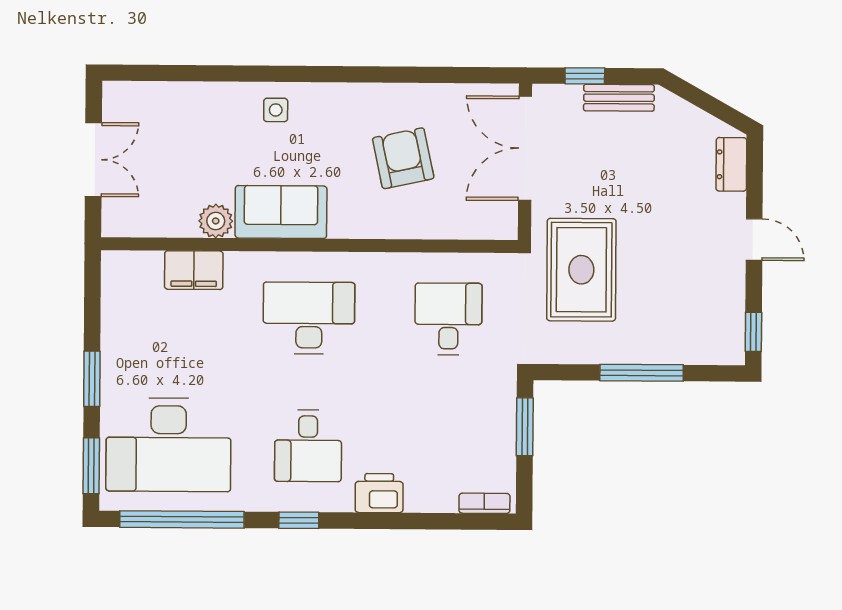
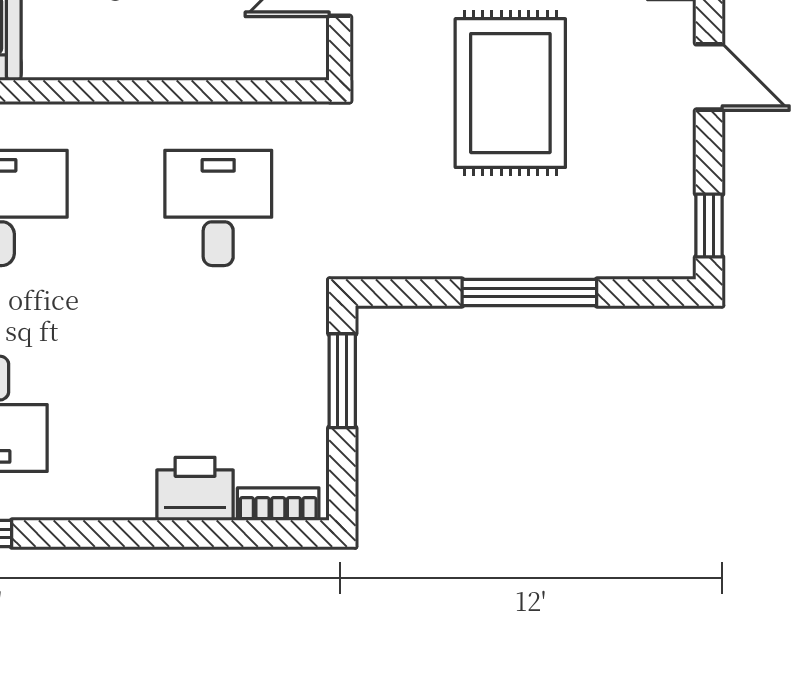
rug: (581, 270) -> (510, 93), moved
printer: (379, 493) -> (195, 489), moved

